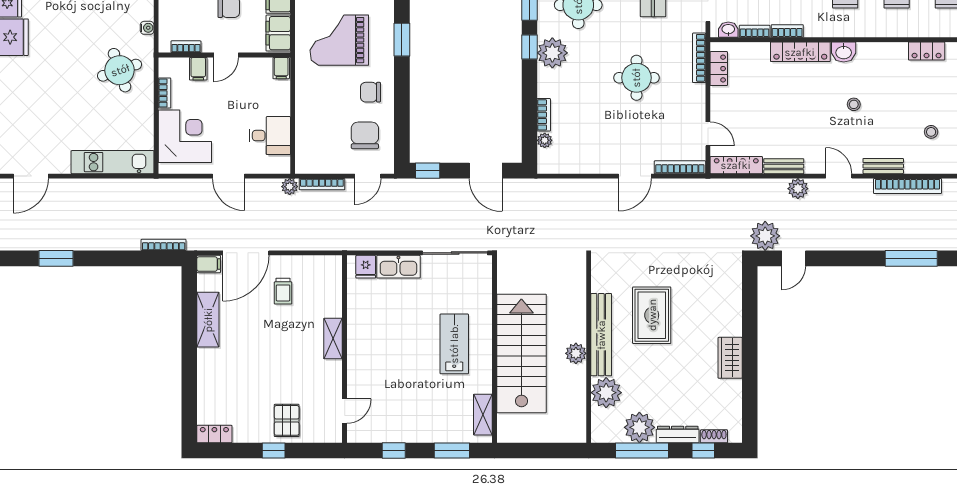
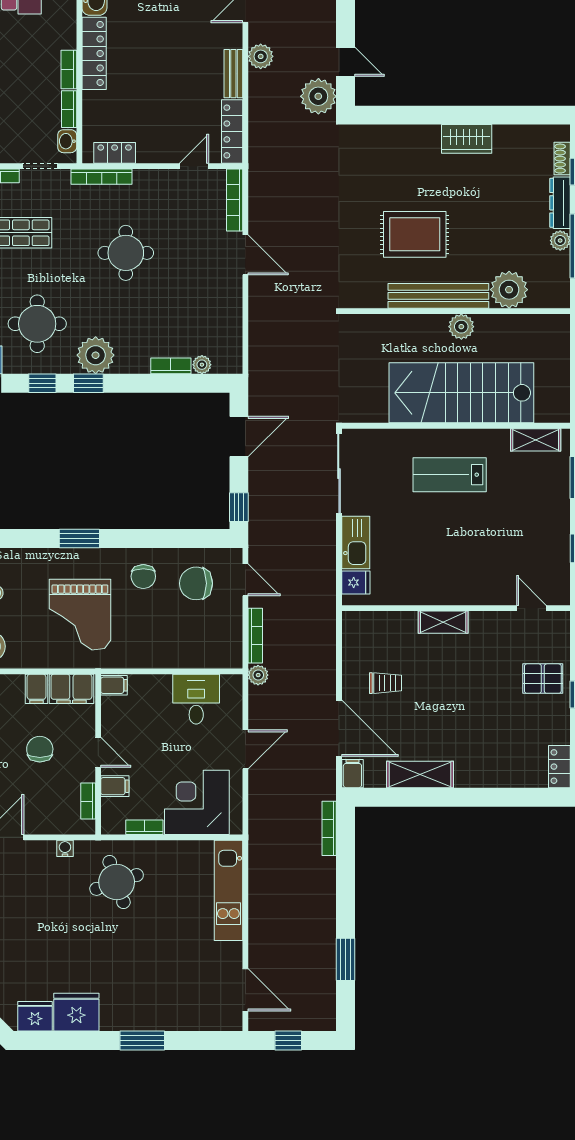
plant: (639, 427) -> (560, 241), width x0.53, depth x0.53

